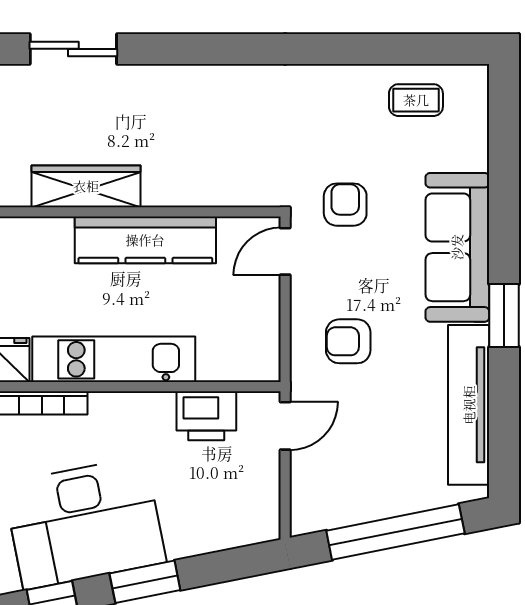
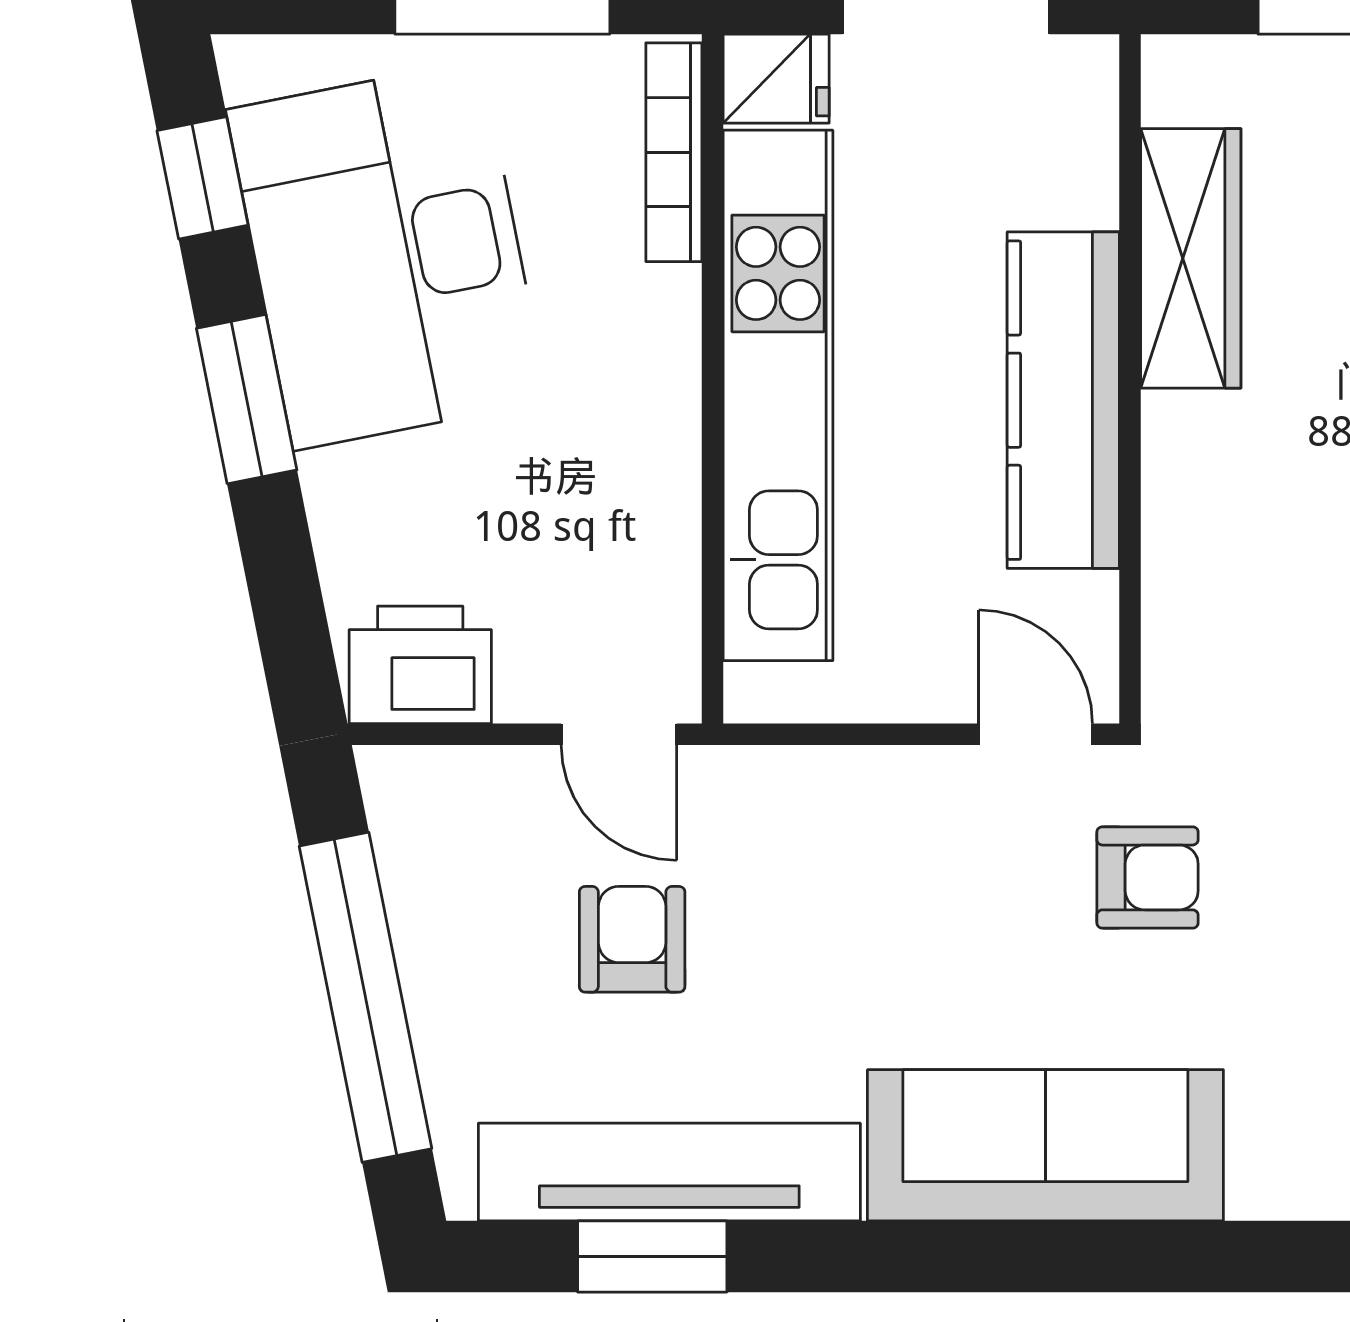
window: (504, 315) -> (652, 1257), moved
armchair: (348, 341) -> (632, 939), moved
kitchen unit: (114, 359) -> (778, 395), width x1.36
printer: (206, 416) -> (420, 665), moved, turned 90

